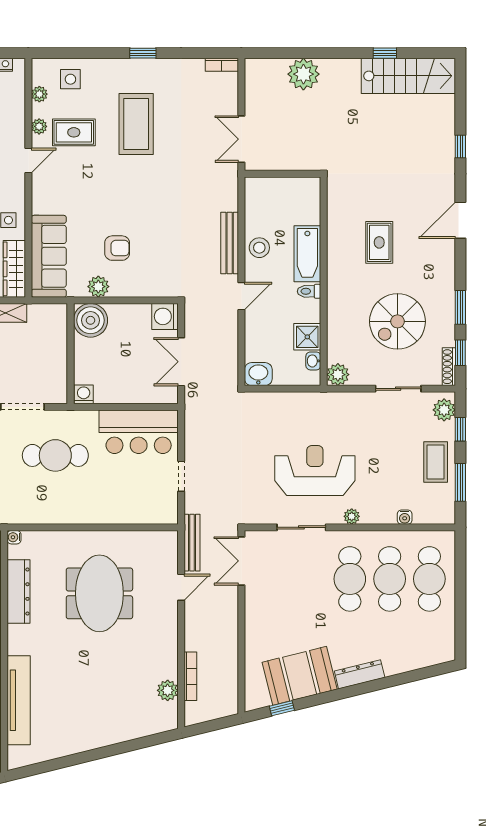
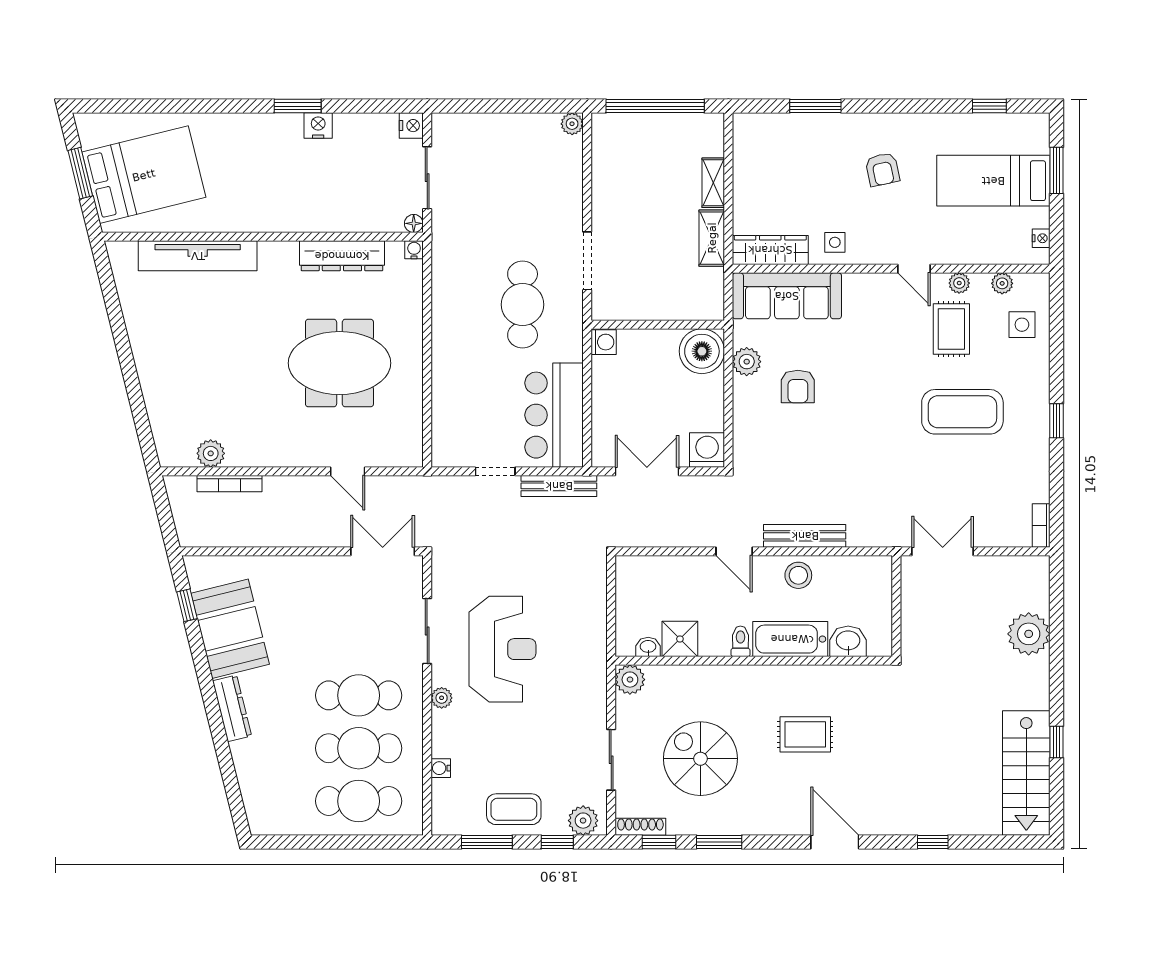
washbasin: (258, 374) -> (848, 641), moved, turned -90
bench: (192, 543) -> (559, 486), moved

